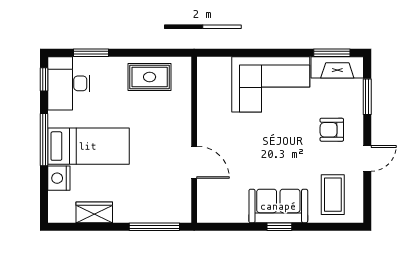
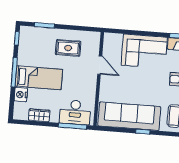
rug: (150, 77) -> (68, 48), moved
desk: (69, 83) -> (75, 112), moved, turned -90
door: (194, 162) -> (100, 65), moved
sofa: (278, 206) -> (129, 116), width x1.85, depth x1.27

